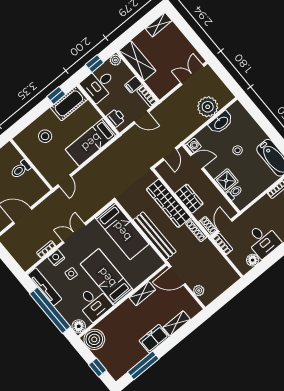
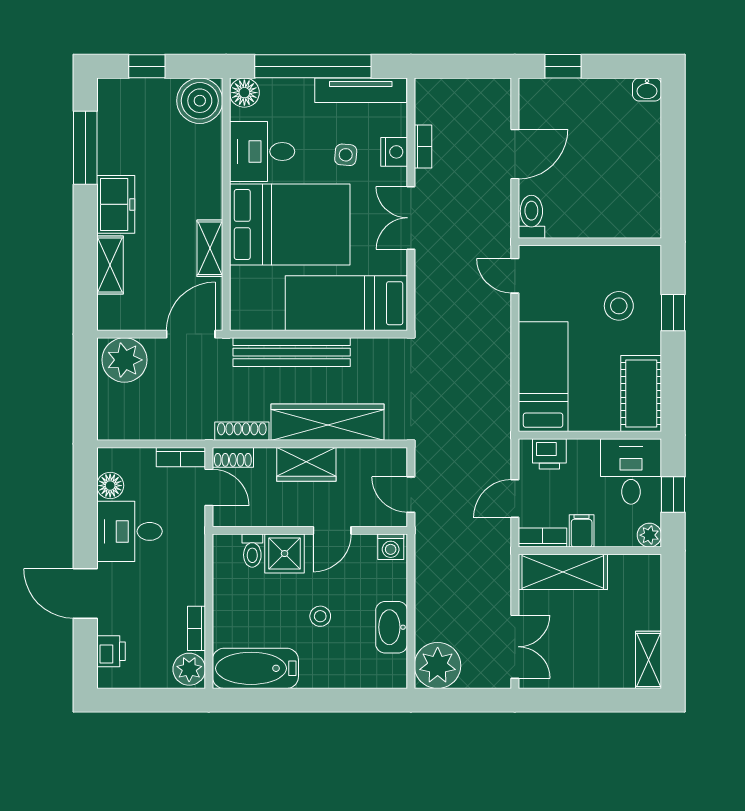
shelving: (137, 61) -> (563, 572), moved
window: (56, 95) -> (673, 313), moved
plant: (208, 107) -> (438, 665), moved
door: (197, 162) -> (332, 530), moved
toilet: (21, 169) -> (531, 217), moved
double door: (74, 233) -> (411, 218), swing flipped
bed: (107, 277) -> (290, 225), width x1.50
plant: (199, 291) -> (124, 360), width x1.87, depth x1.87

